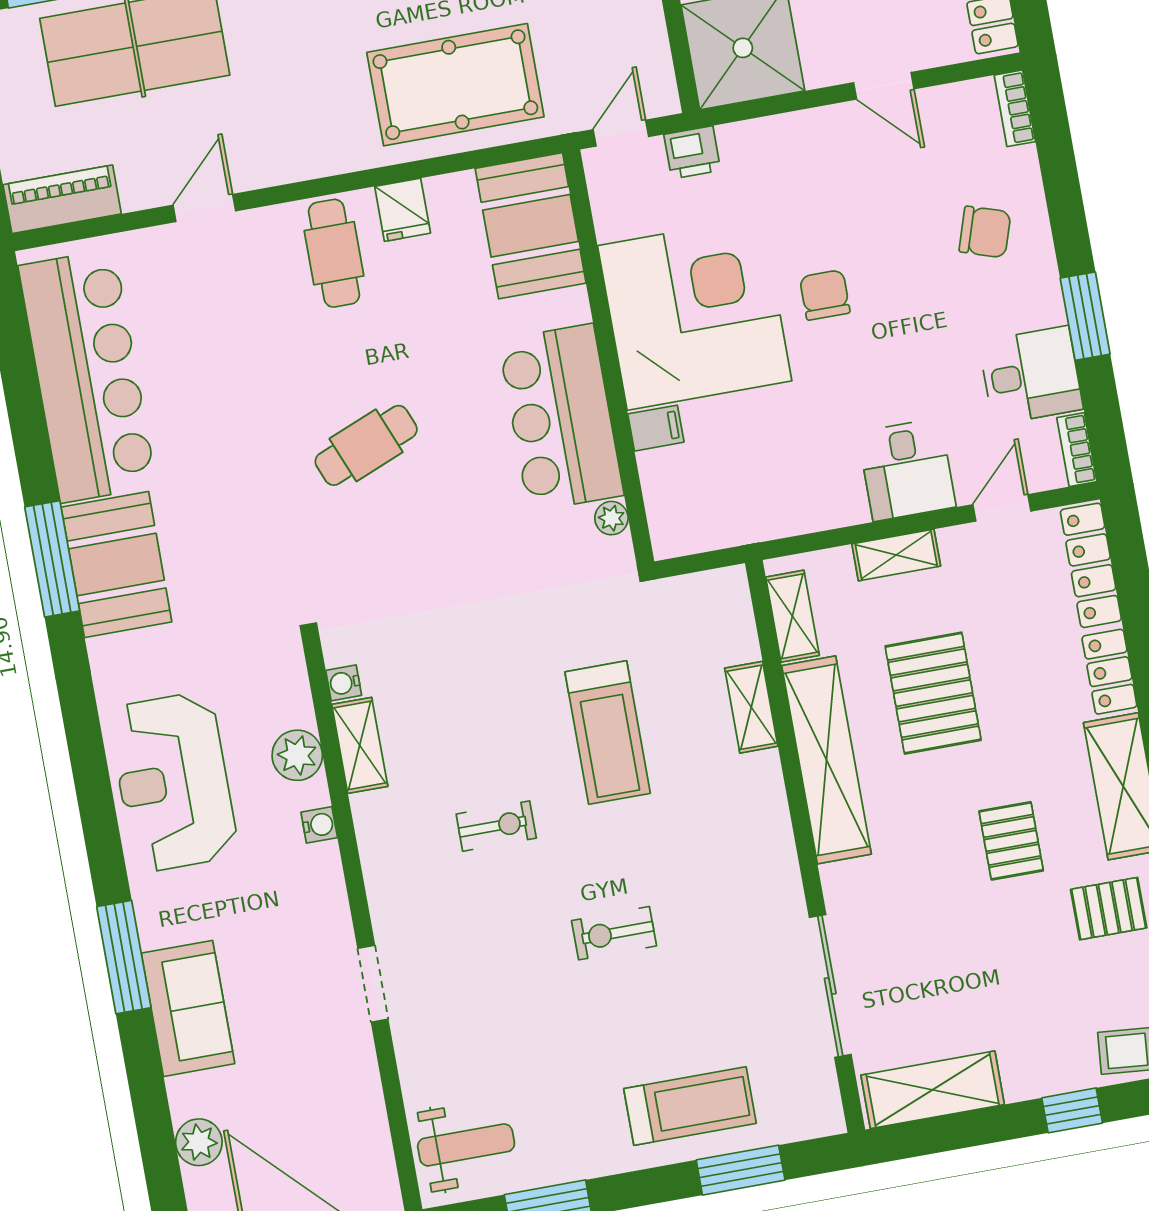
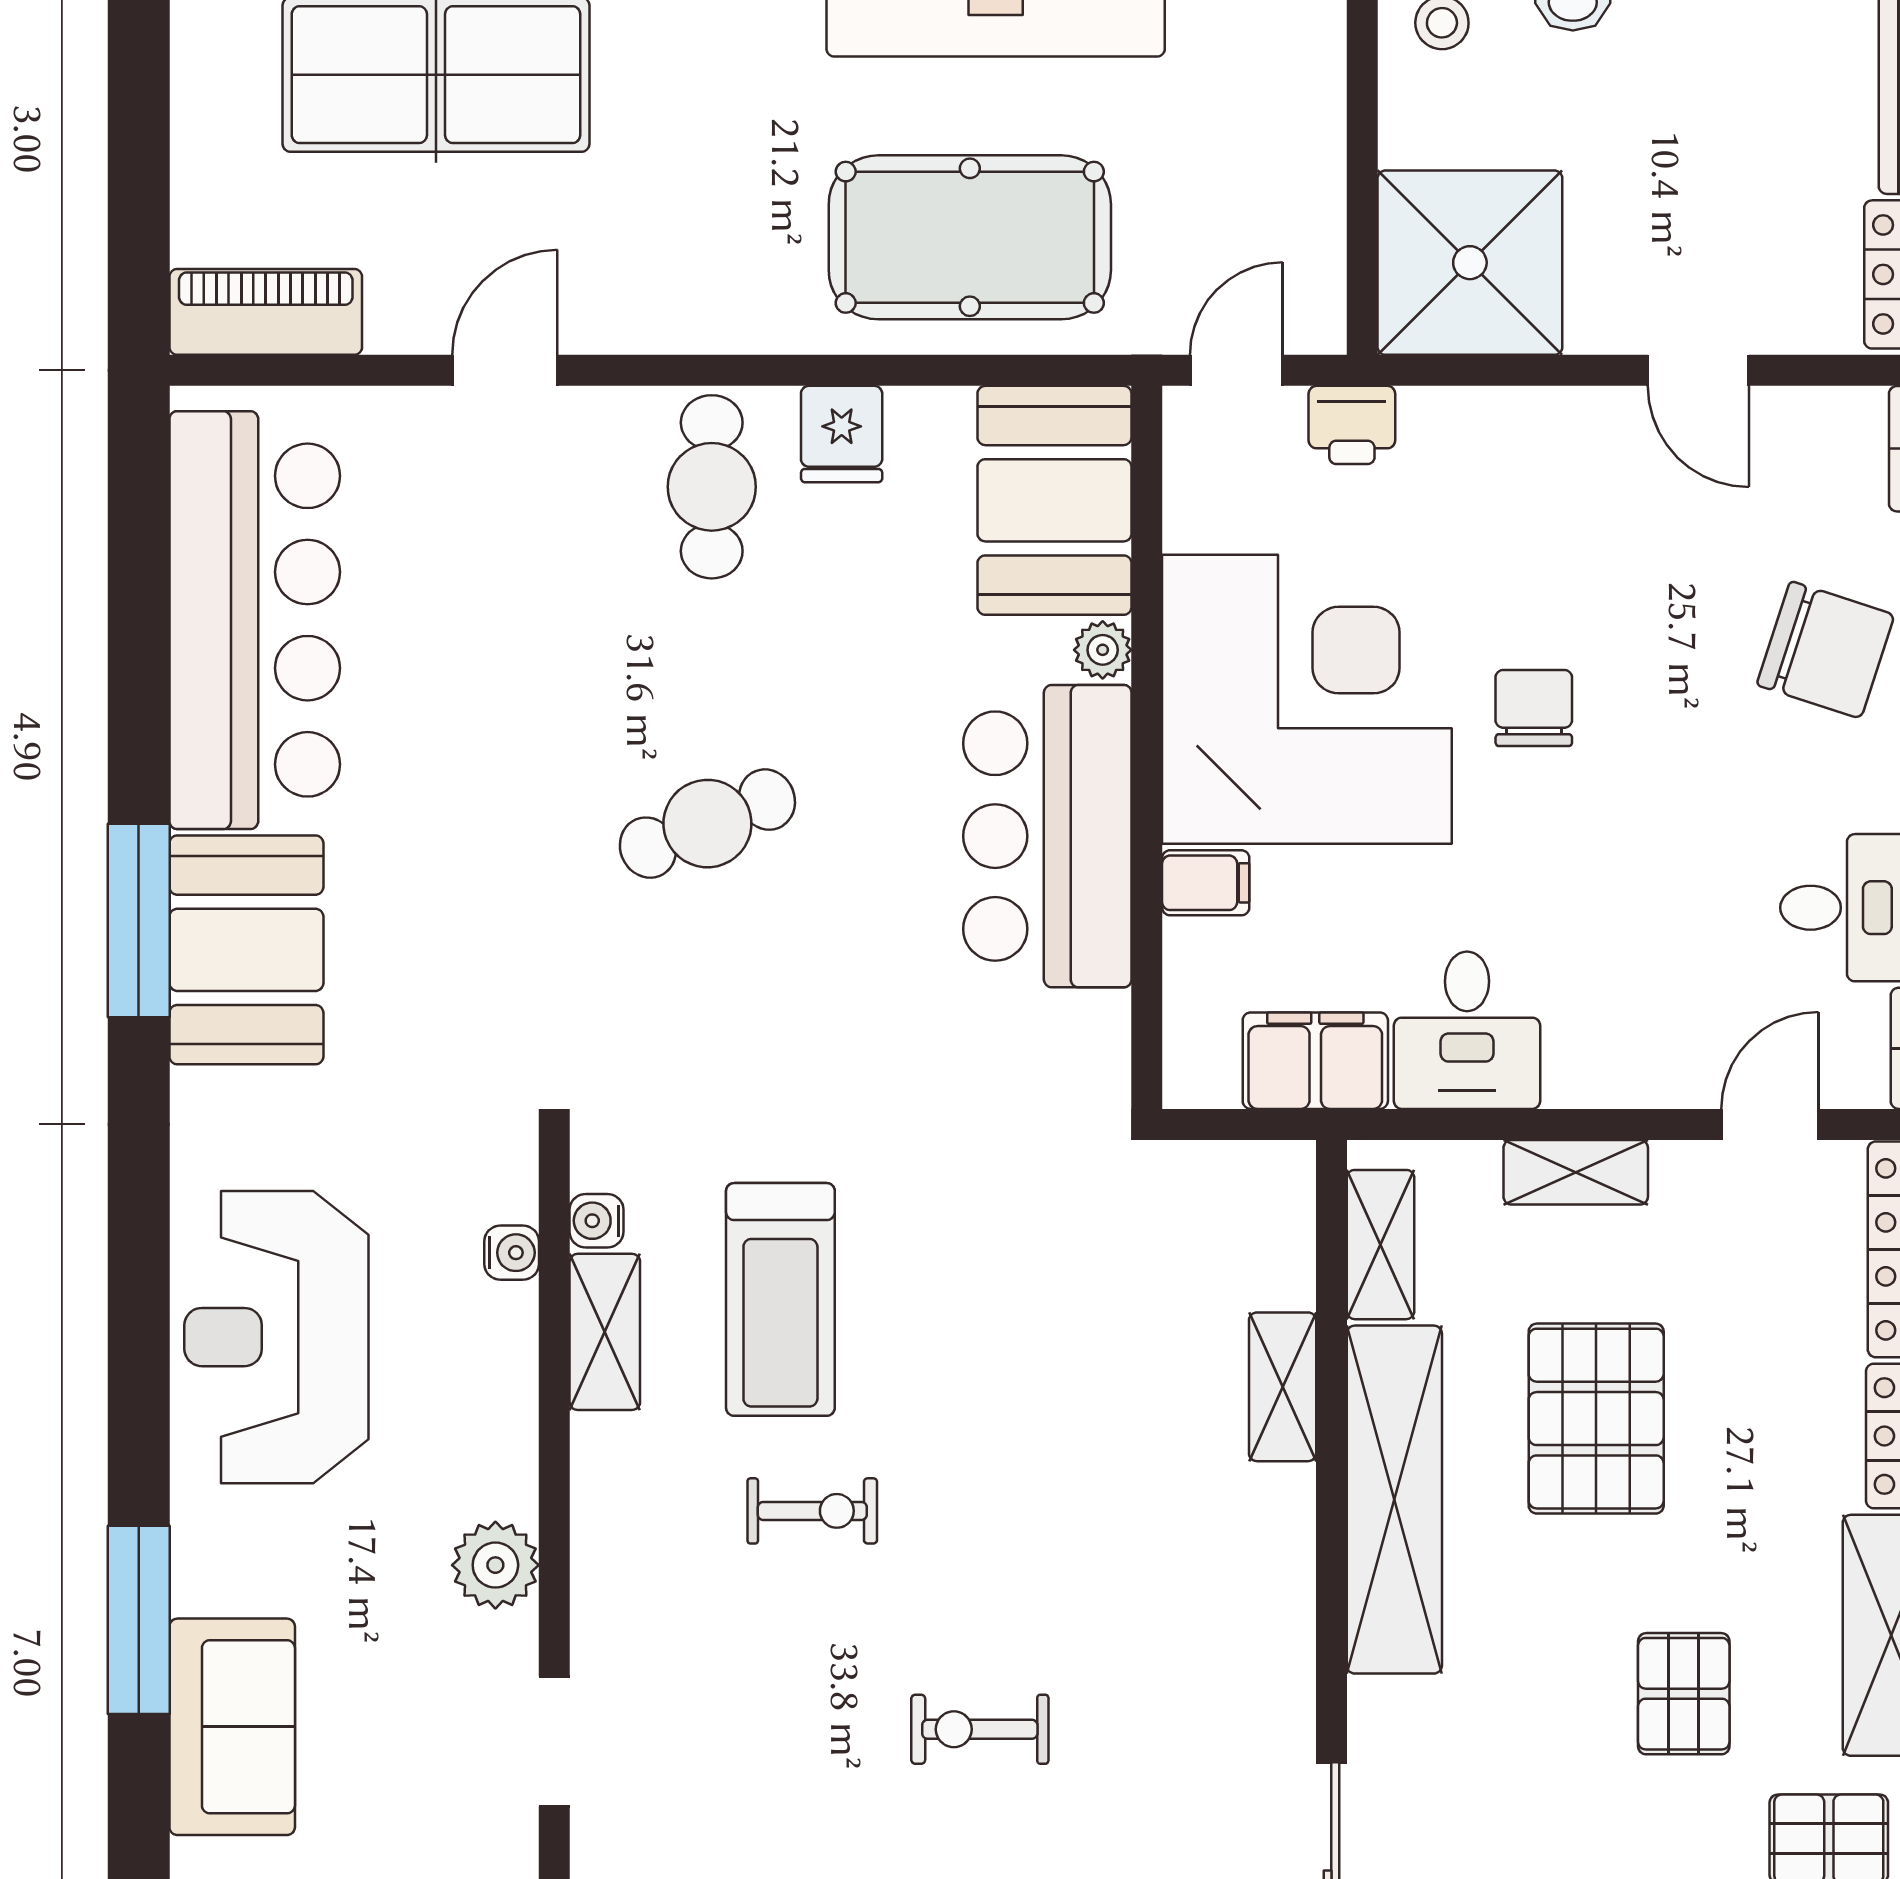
chair: (985, 232) -> (1826, 650), width x1.37, depth x1.37
desk: (907, 470) -> (1467, 1030), moved
plant: (611, 518) -> (1103, 650), moved
filing cabinet: (736, 518) -> (1315, 1061), added
treadmill: (608, 733) -> (780, 1299), moved
plant: (297, 755) -> (495, 1565), moved
water cooler: (319, 825) -> (512, 1253), moved

